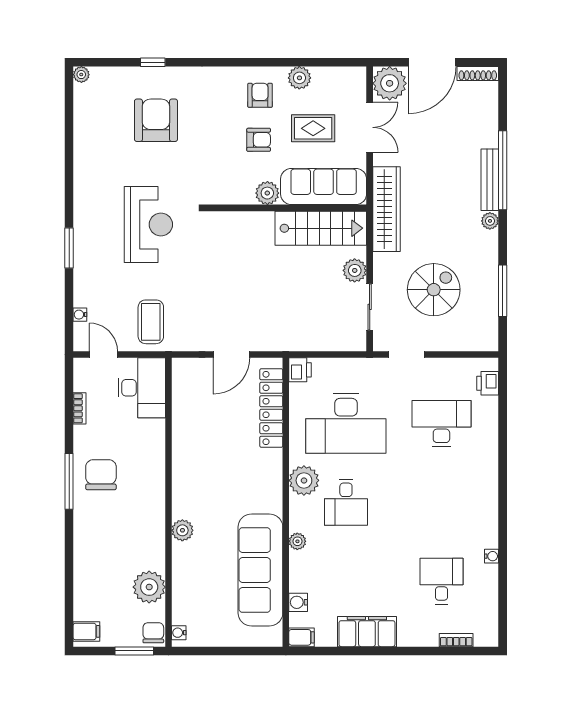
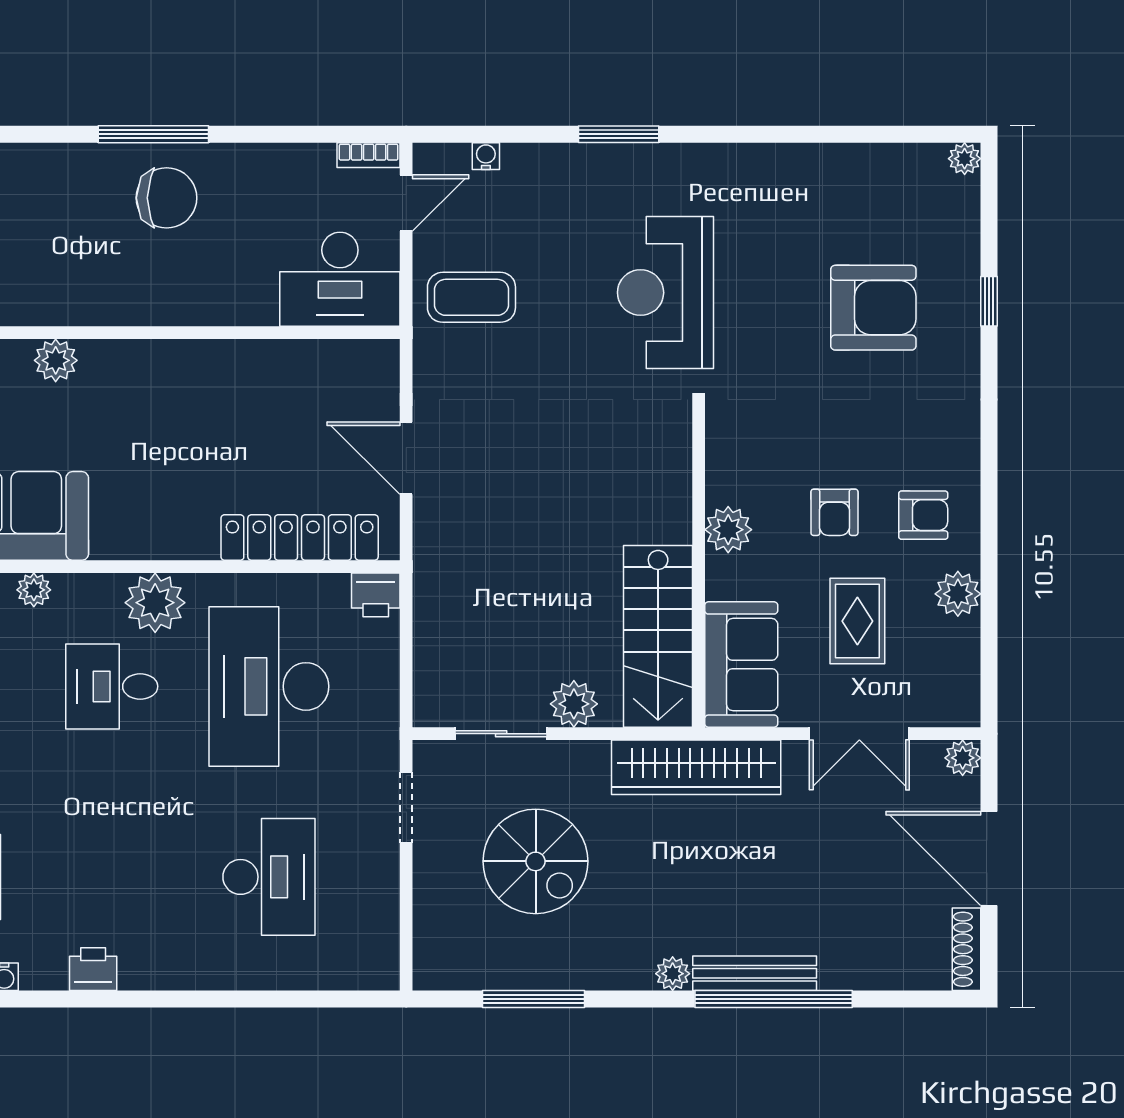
plant: (390, 83) -> (963, 758), width x0.53, depth x0.53
sofa: (324, 187) -> (741, 665), width x0.73
reception desk: (148, 225) -> (665, 293), turned 90
printer: (488, 383) -> (93, 969), moved
bookcase: (80, 408) -> (369, 155), moved

